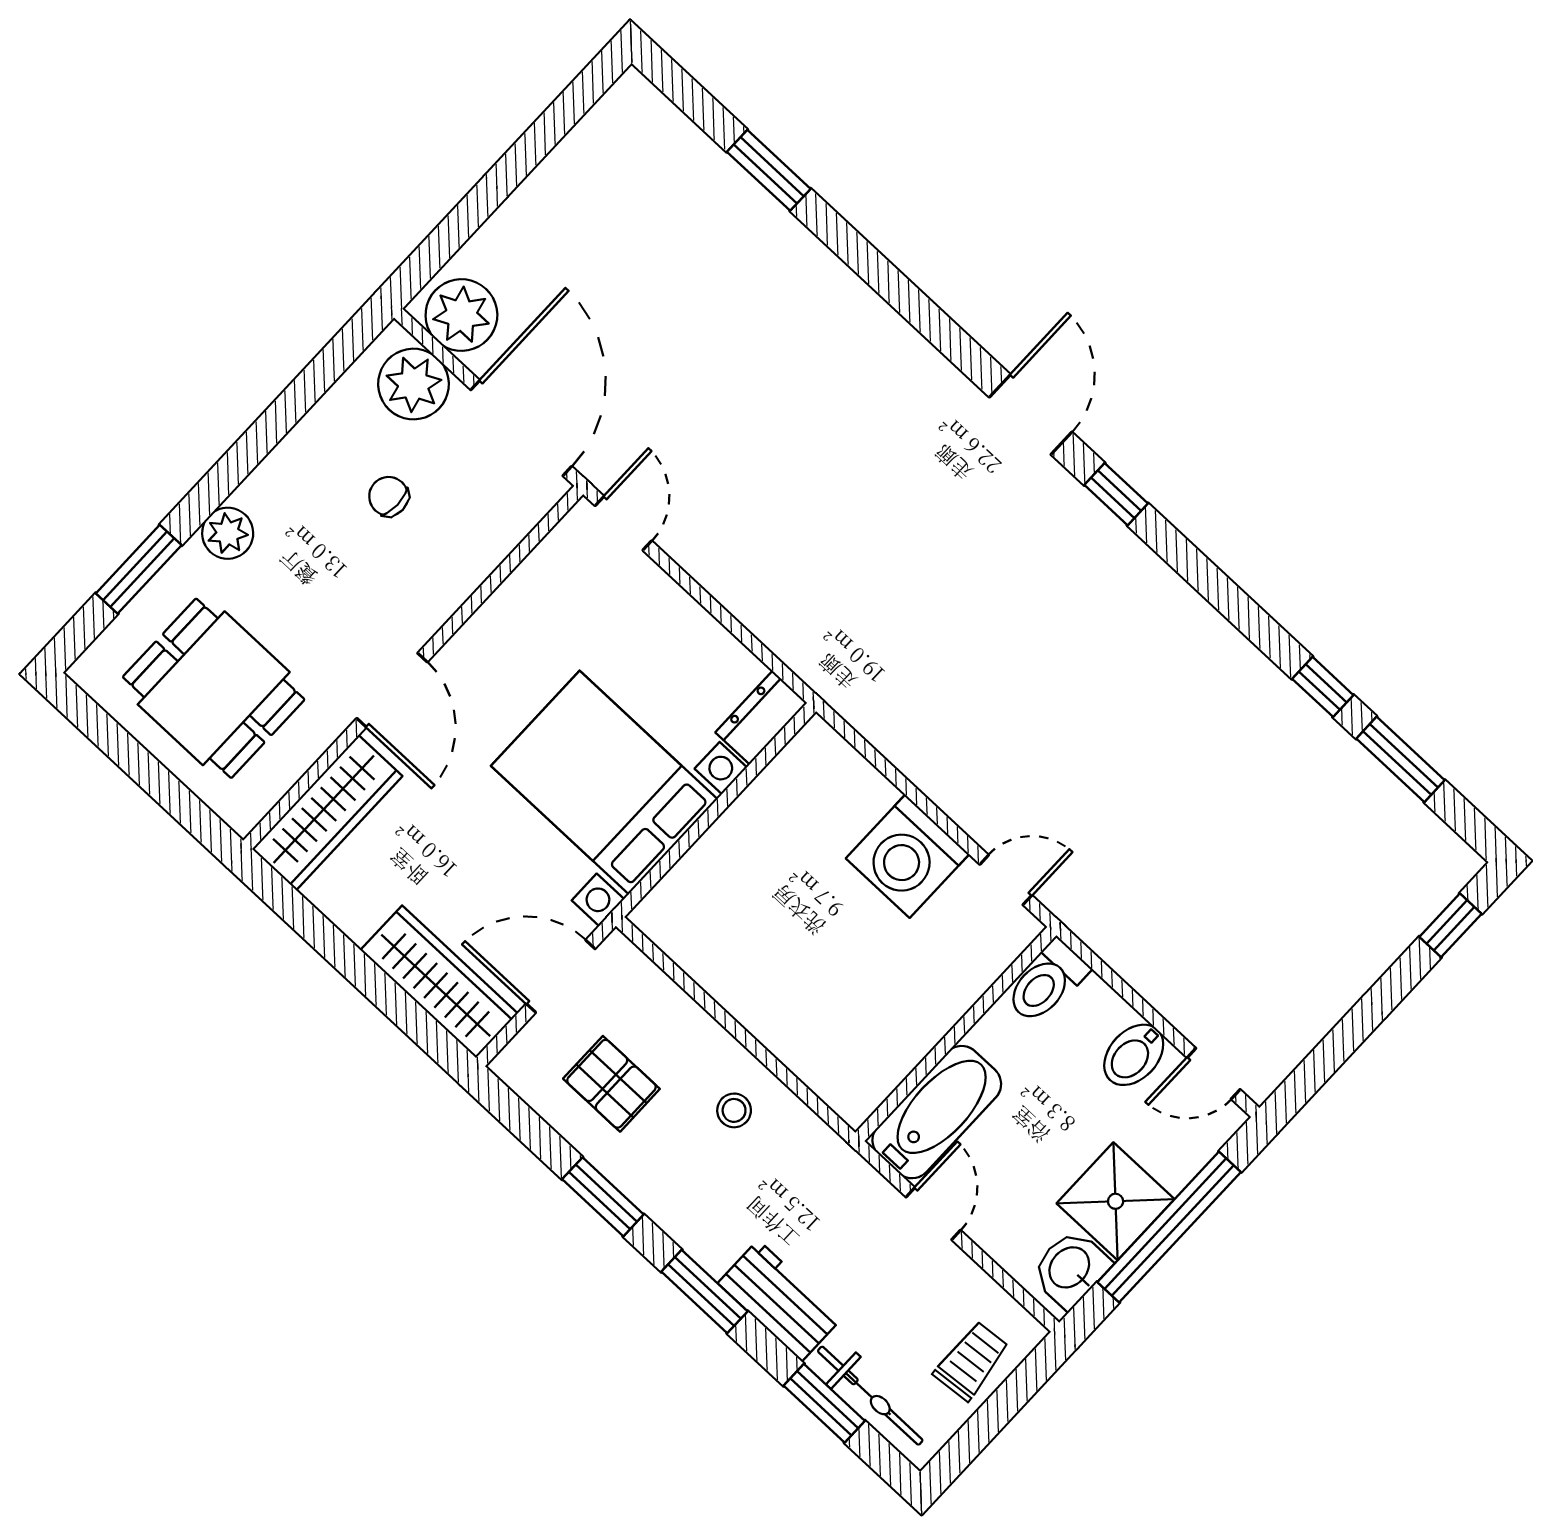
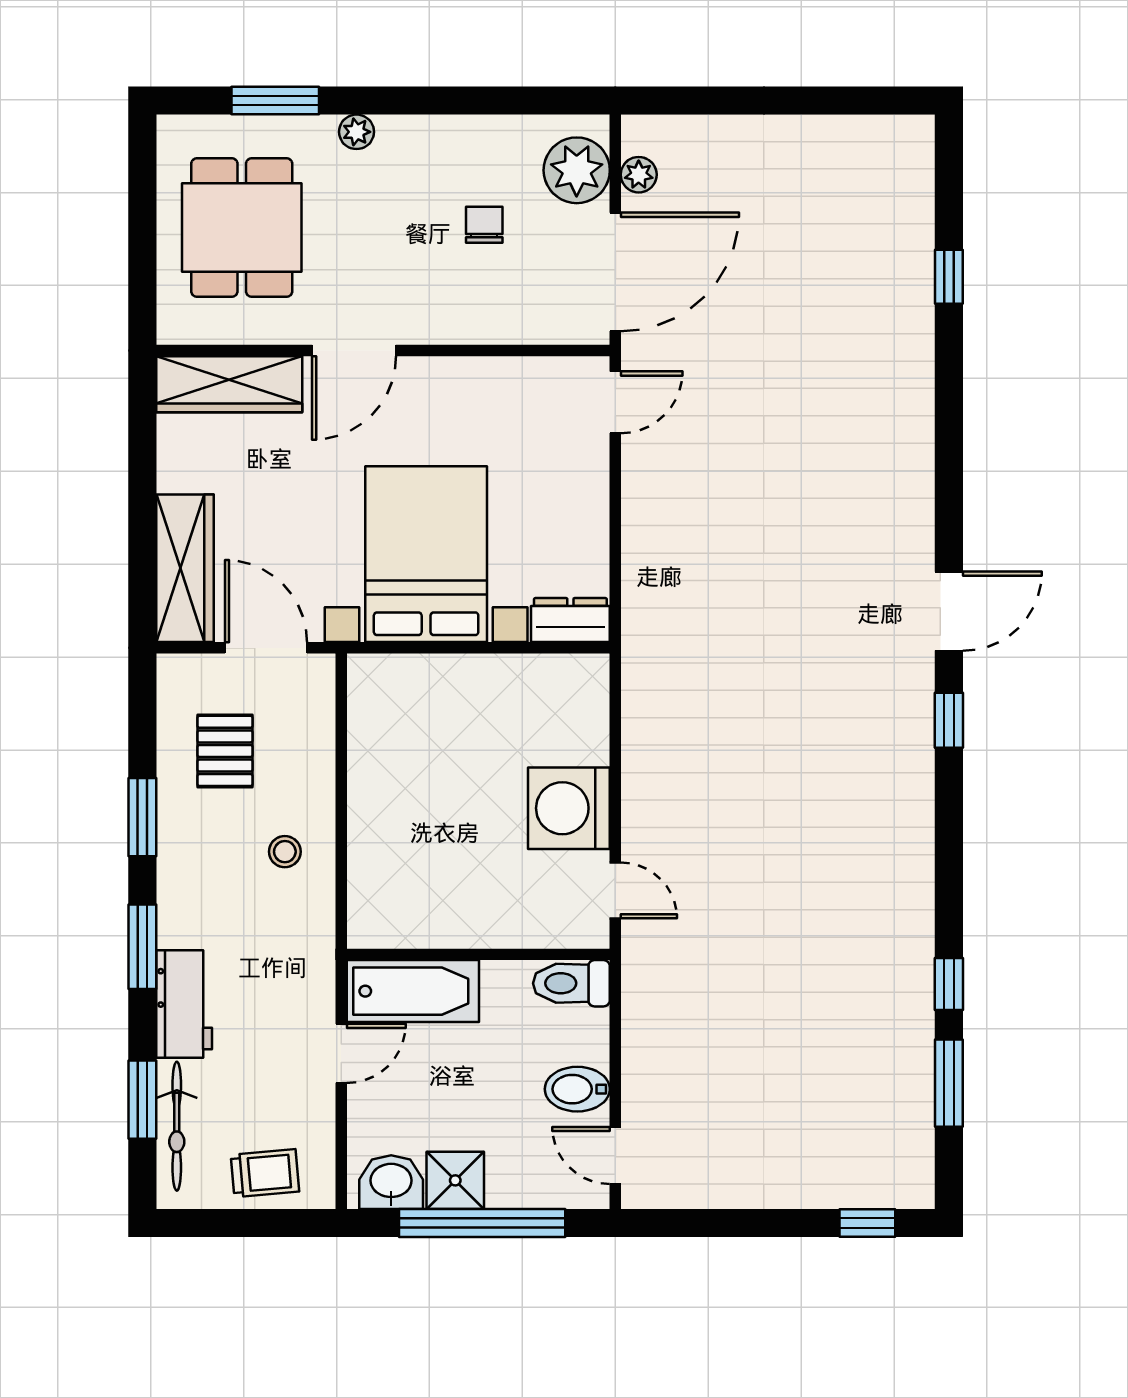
window: (769, 170) -> (949, 277), width x0.67
plant: (461, 315) -> (639, 175), width x0.53, depth x0.53
plant: (228, 533) -> (357, 132), width x0.73, depth x0.73
shower: (1116, 1201) -> (455, 1180), width x0.73, depth x0.73

